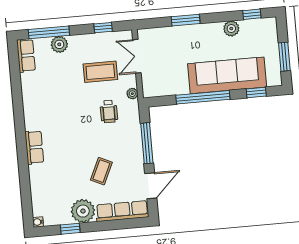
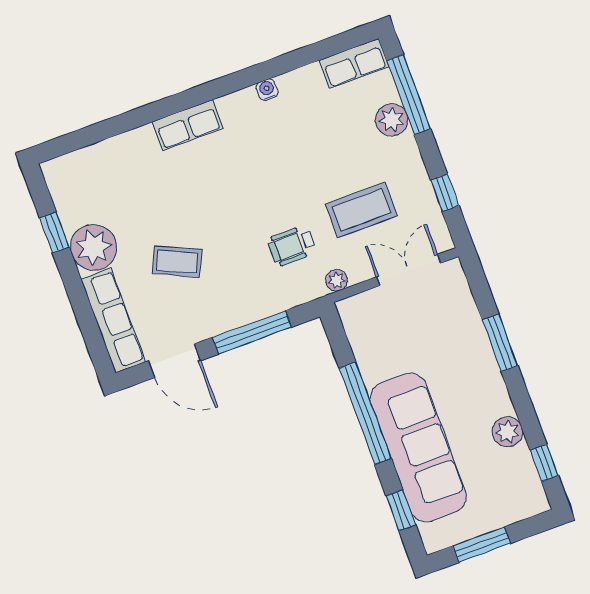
coffee table: (100, 72) -> (361, 210), turned 90
water cooler: (38, 222) -> (267, 90), moved

